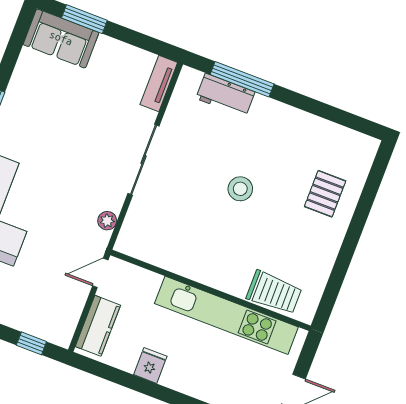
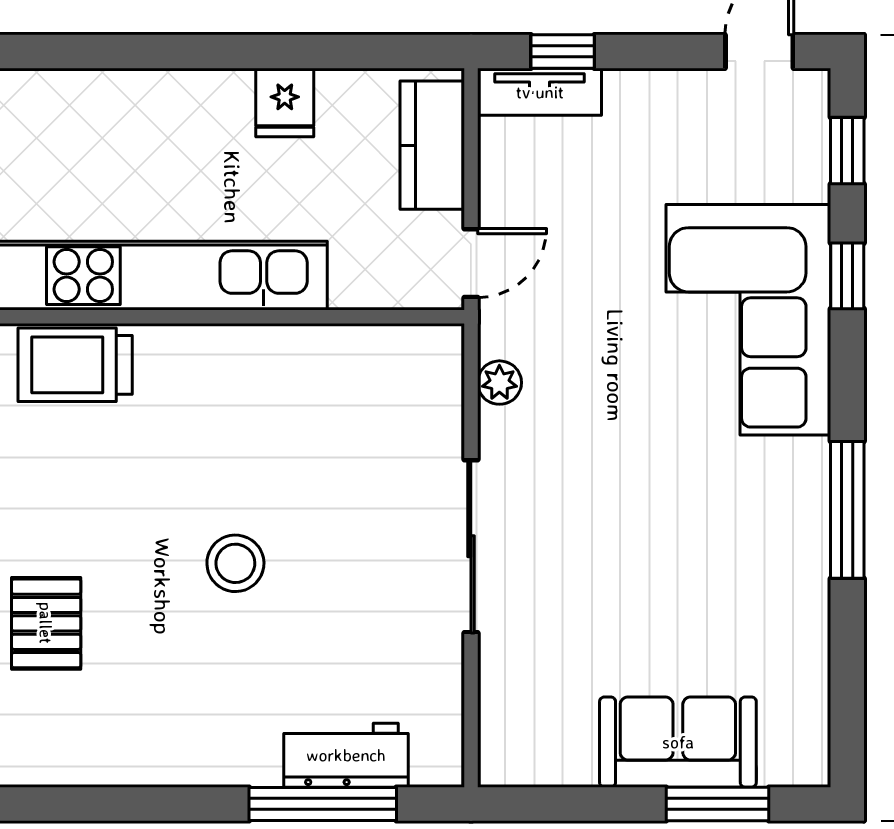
sofa: (61, 38) -> (678, 742), moved
tv unit: (159, 83) -> (540, 92), moved, turned 90

